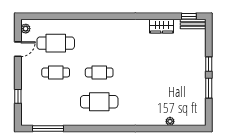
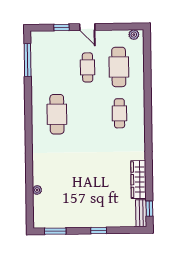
wardrobe: (162, 26) -> (139, 180), width x1.50
door: (18, 49) -> (87, 27), moved
cafe table: (99, 72) -> (119, 113), moved
window: (209, 88) -> (55, 231), moved

